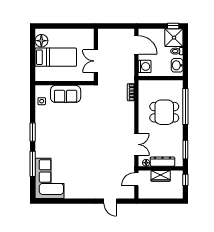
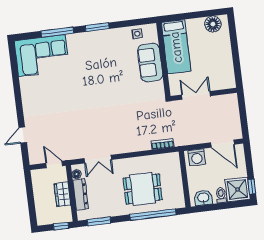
door: (136, 45) -> (223, 144), hinge flipped
bed: (56, 57) -> (176, 47), moved
dining table: (164, 112) -> (143, 189), turned 90

